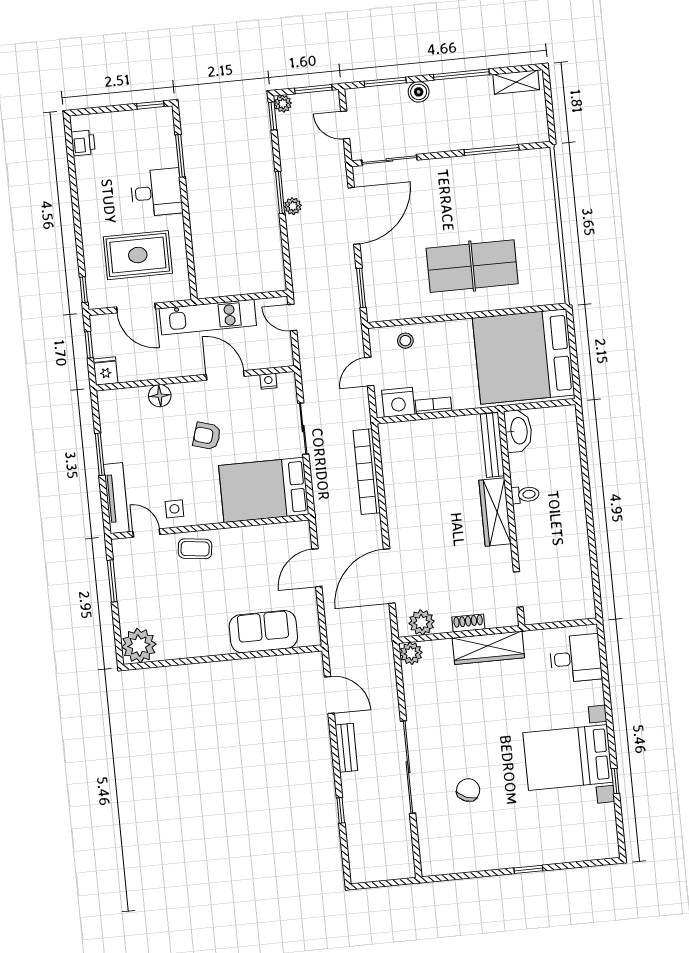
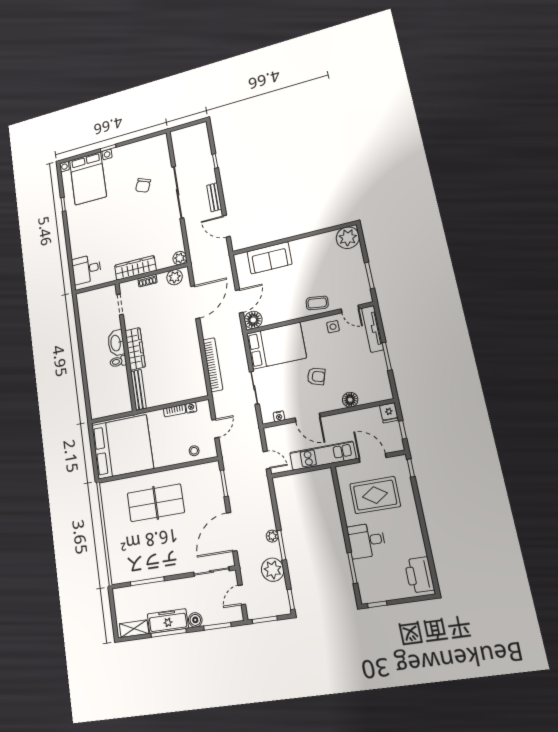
freezer: (462, 92) -> (168, 621), added
plant: (283, 104) -> (273, 570), moved, width x1.88, depth x1.88
door: (345, 125) -> (242, 595), swing flipped
printer: (83, 143) -> (419, 575), width x1.87, depth x1.48
nightstand: (398, 402) -> (191, 408), width x0.53, depth x0.56
washbasin: (518, 431) -> (116, 343), moved
floor lamp: (297, 535) -> (253, 320), added
bed with nightstands: (568, 757) -> (88, 178), moved, turned 90

